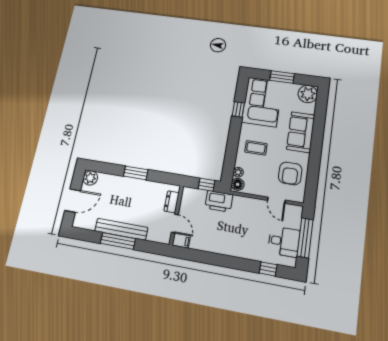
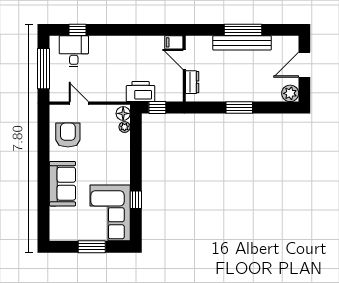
plant: (308, 94) -> (60, 230), removed
coffee table: (256, 148) -> (109, 158), removed
desk: (284, 242) -> (74, 51), moved, turned 90

